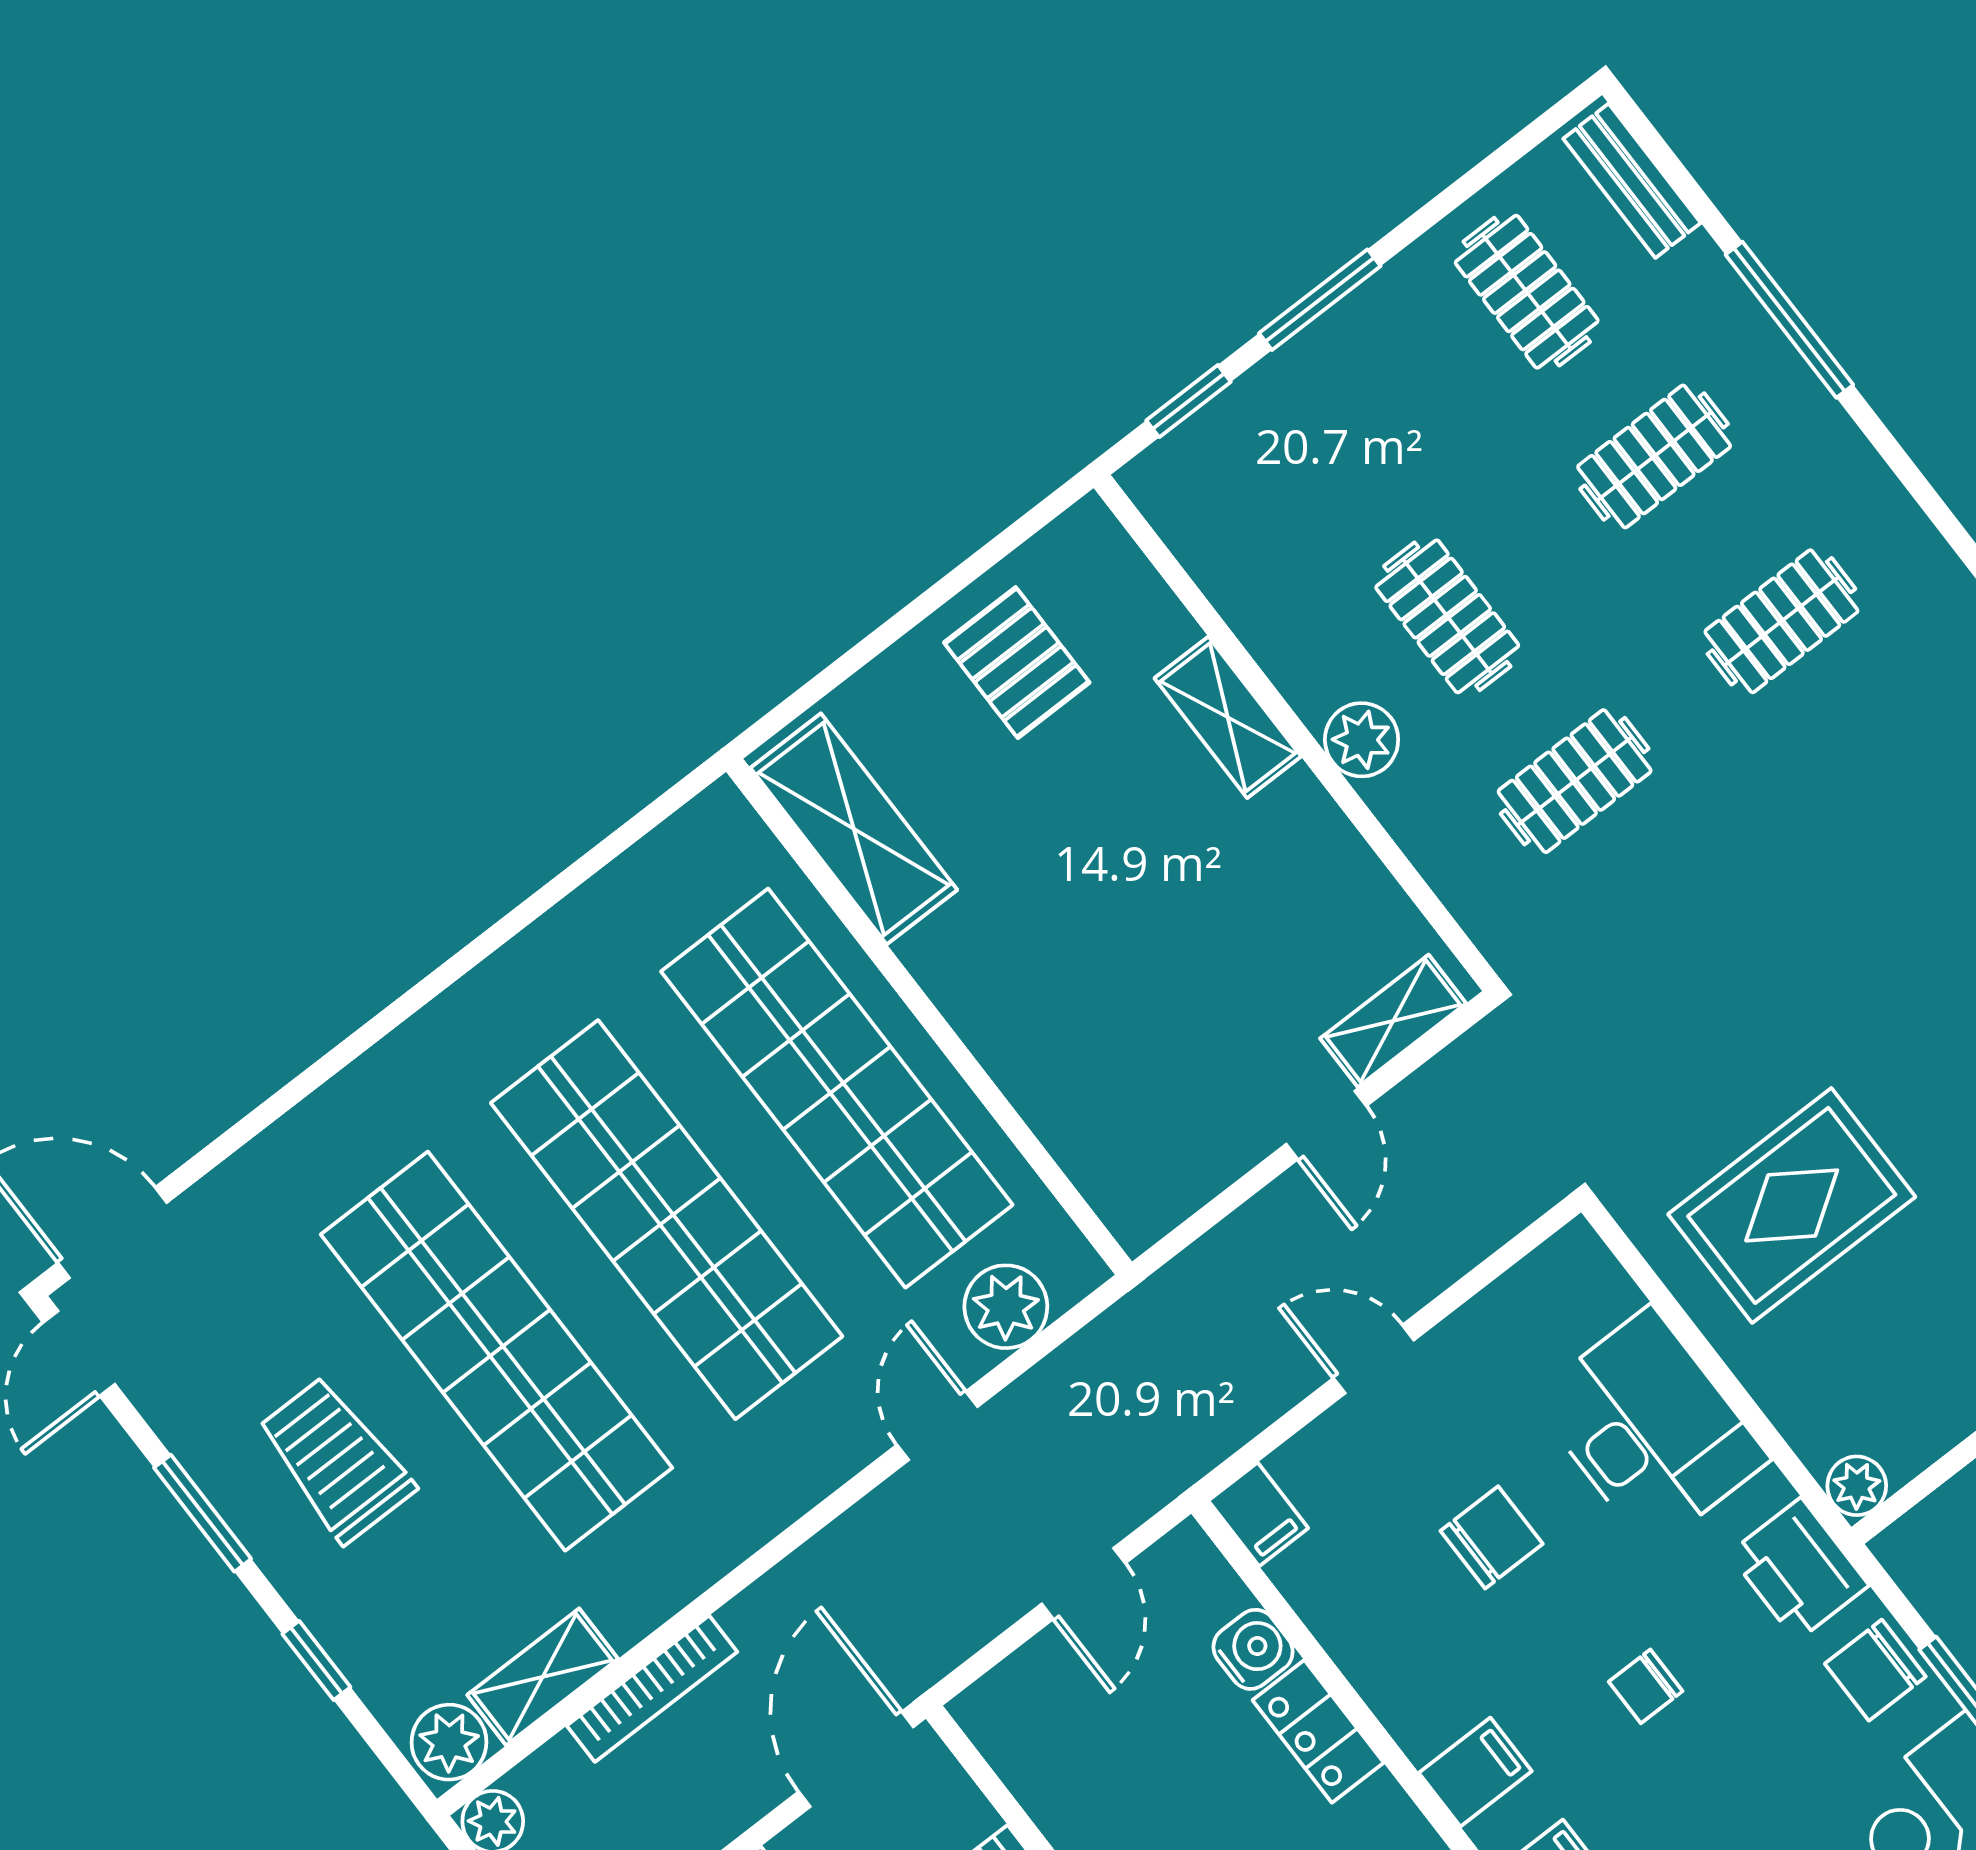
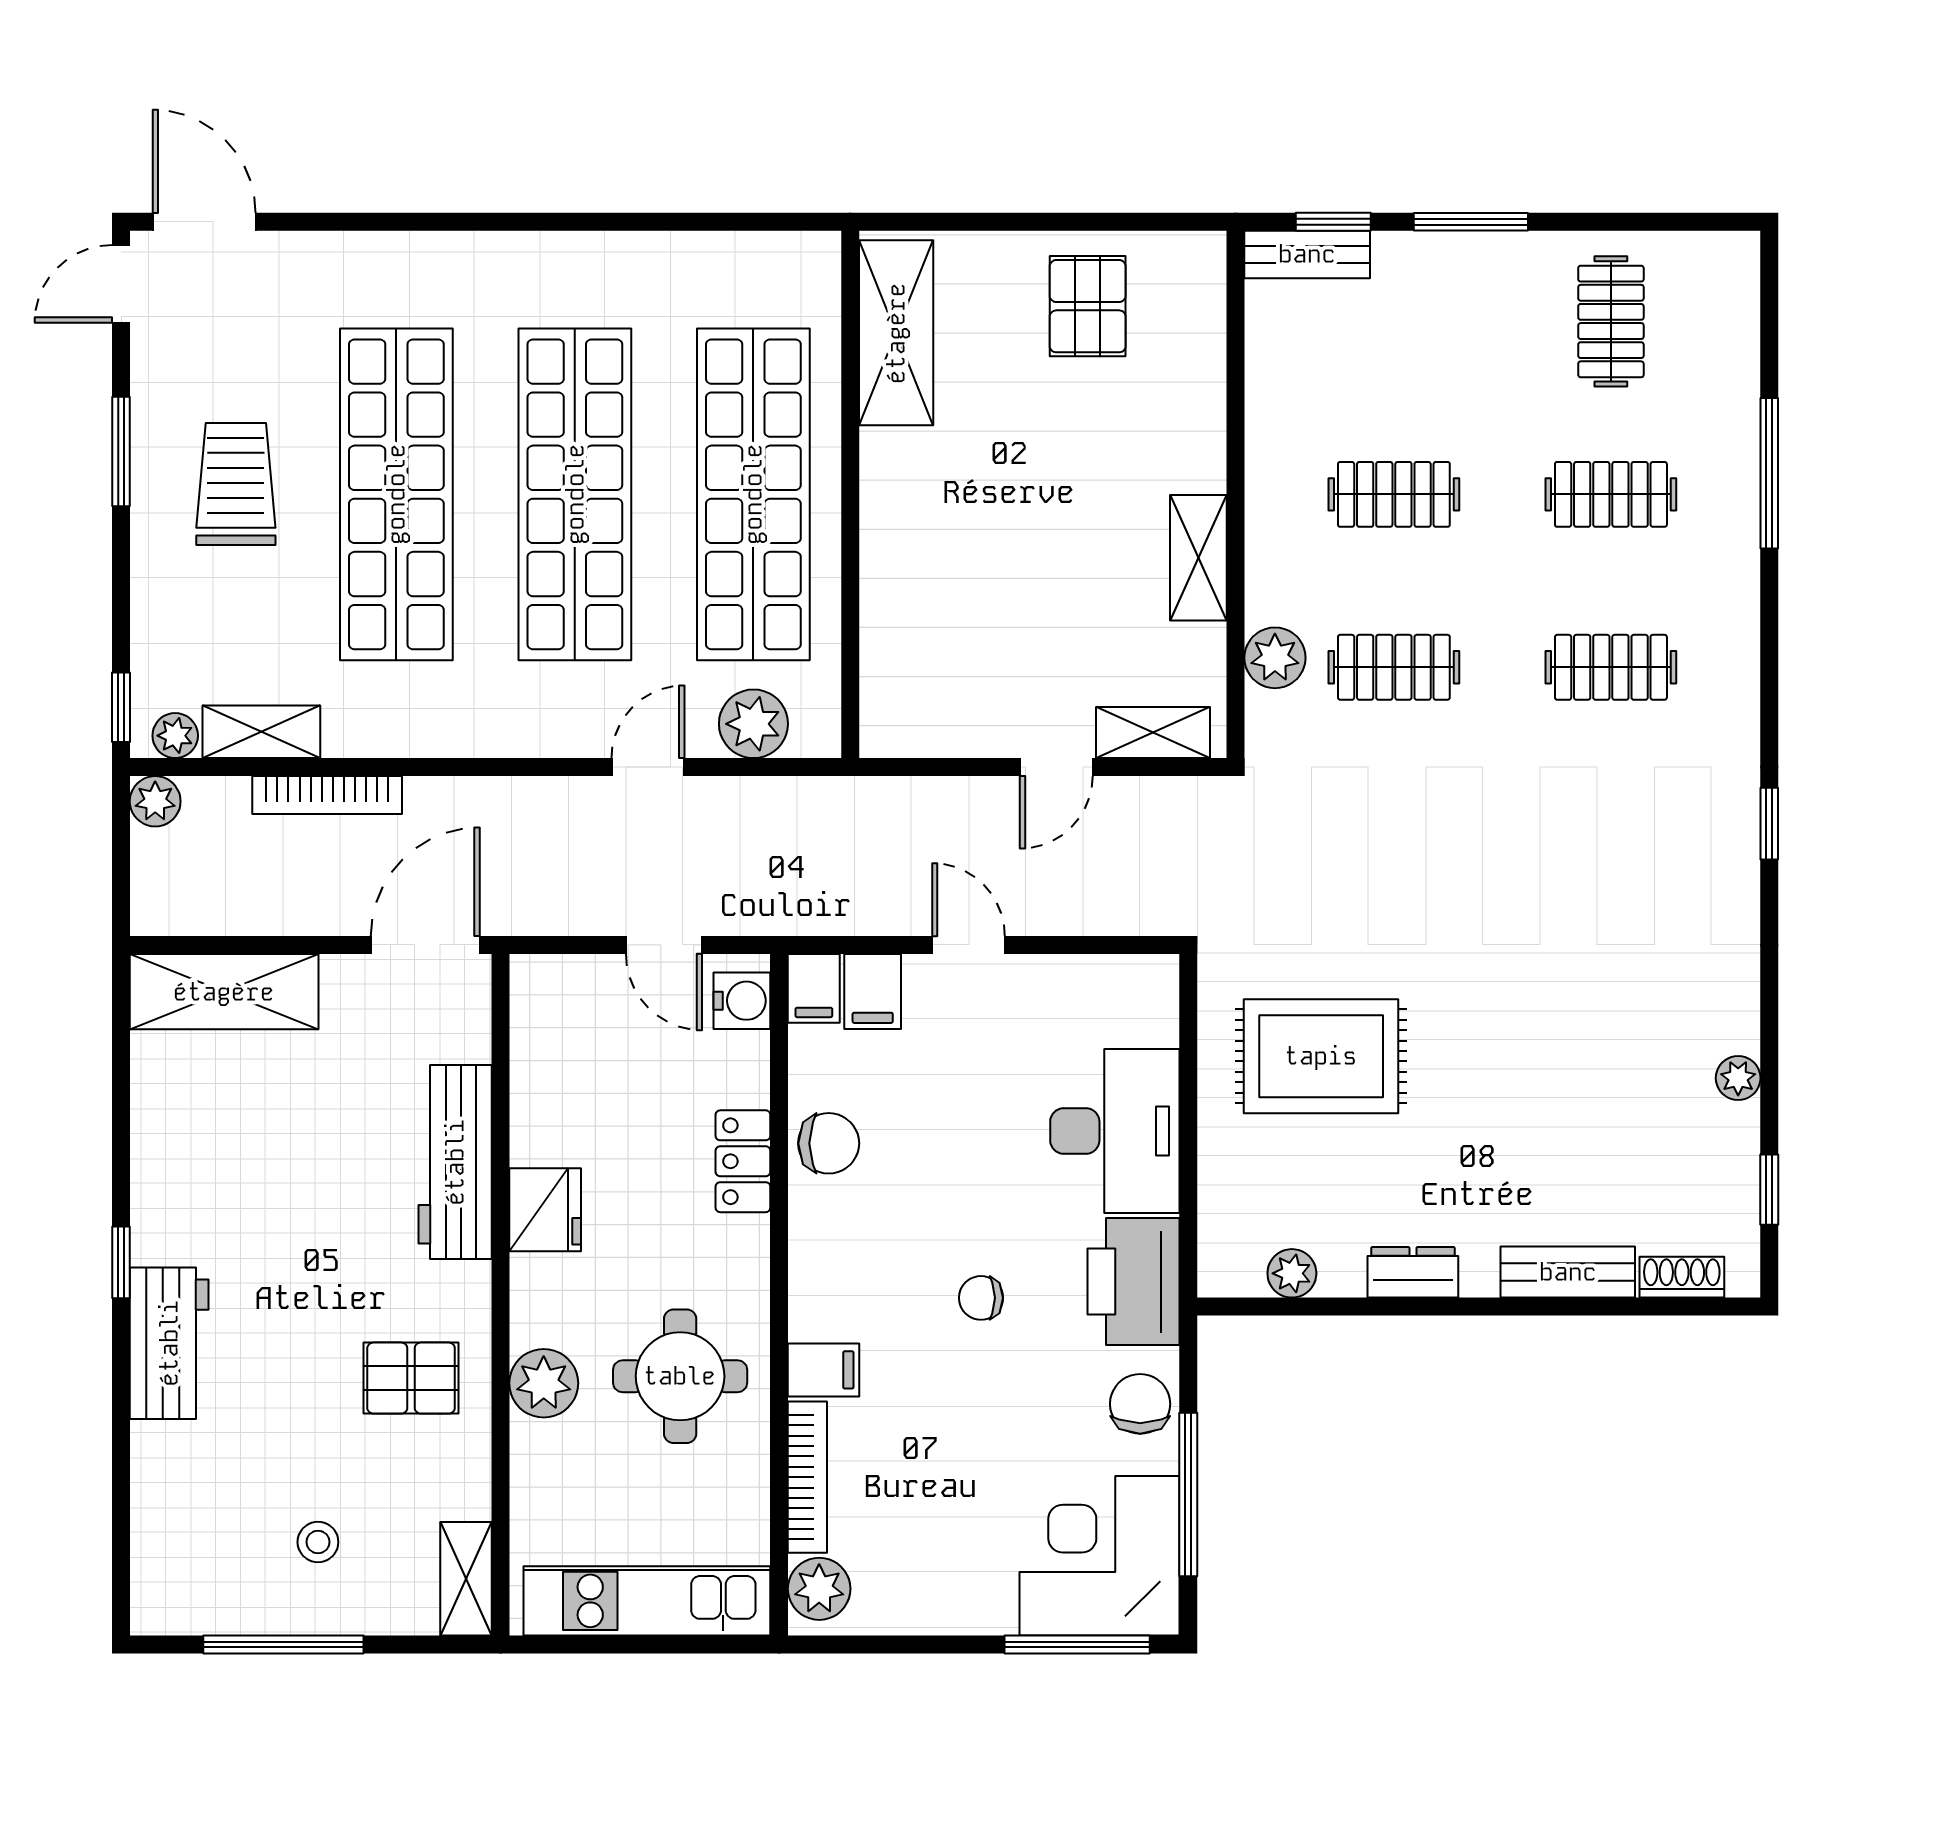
bench: (1632, 181) -> (1307, 254), moved, turned 90
clothes rail: (1447, 616) -> (1394, 494), turned 90
shelving: (1228, 717) -> (1198, 558), moved
plant: (1362, 740) -> (1275, 658), moved
plant: (1857, 1486) -> (1292, 1273), moved
chair: (1492, 1537) -> (829, 1143), moved
printer: (1799, 1569) -> (1134, 1282), width x1.37, depth x1.19
door: (1083, 1584) -> (664, 945), hinge flipped
water cooler: (1253, 1649) -> (742, 1001), moved
window: (316, 1660) -> (121, 707), moved
chair: (1875, 1670) -> (1140, 1404), turned 90
plant: (449, 1742) -> (175, 736), width x0.73, depth x0.73
filing cabinet: (1475, 1772) -> (873, 991), moved, turned 90

